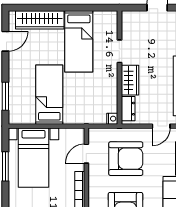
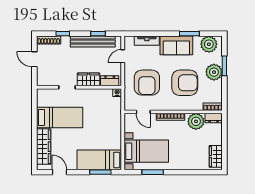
bed: (49, 95) -> (99, 160), moved
door: (161, 126) -> (123, 56), swing flipped
armchair: (126, 159) -> (147, 83), turned 180

